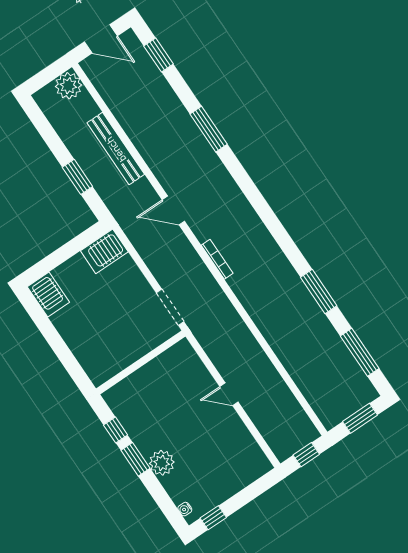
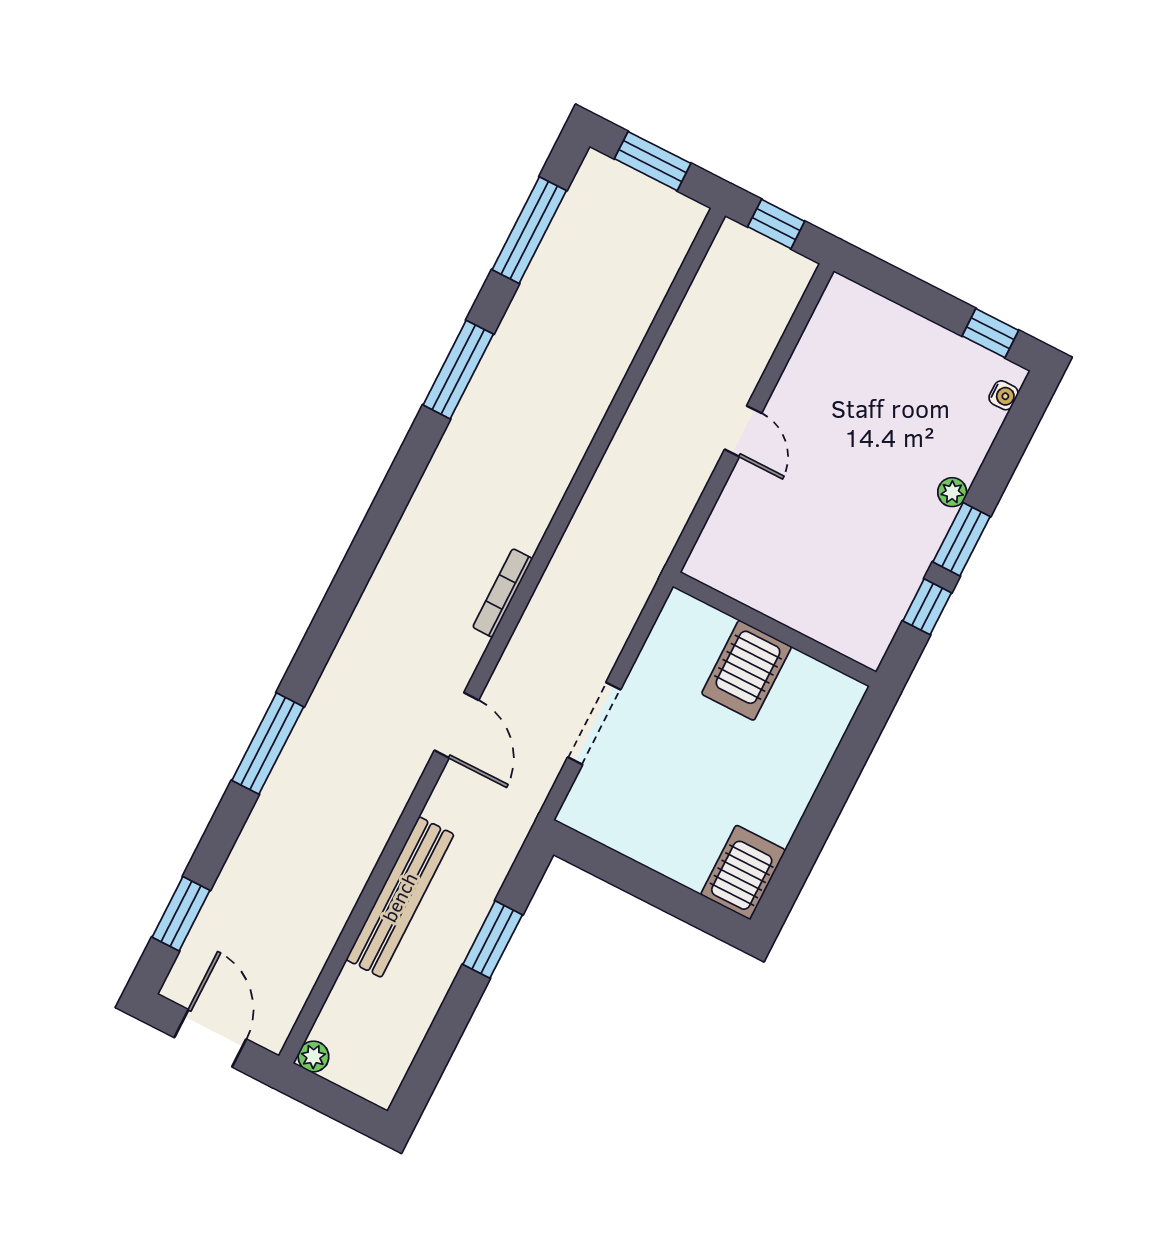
plant: (68, 86) -> (313, 1057), width x0.53, depth x0.53
server rack: (104, 251) -> (746, 670), moved, turned 90
doorway: (170, 307) -> (594, 723), moved
plant: (162, 463) -> (952, 492), width x0.53, depth x0.53

